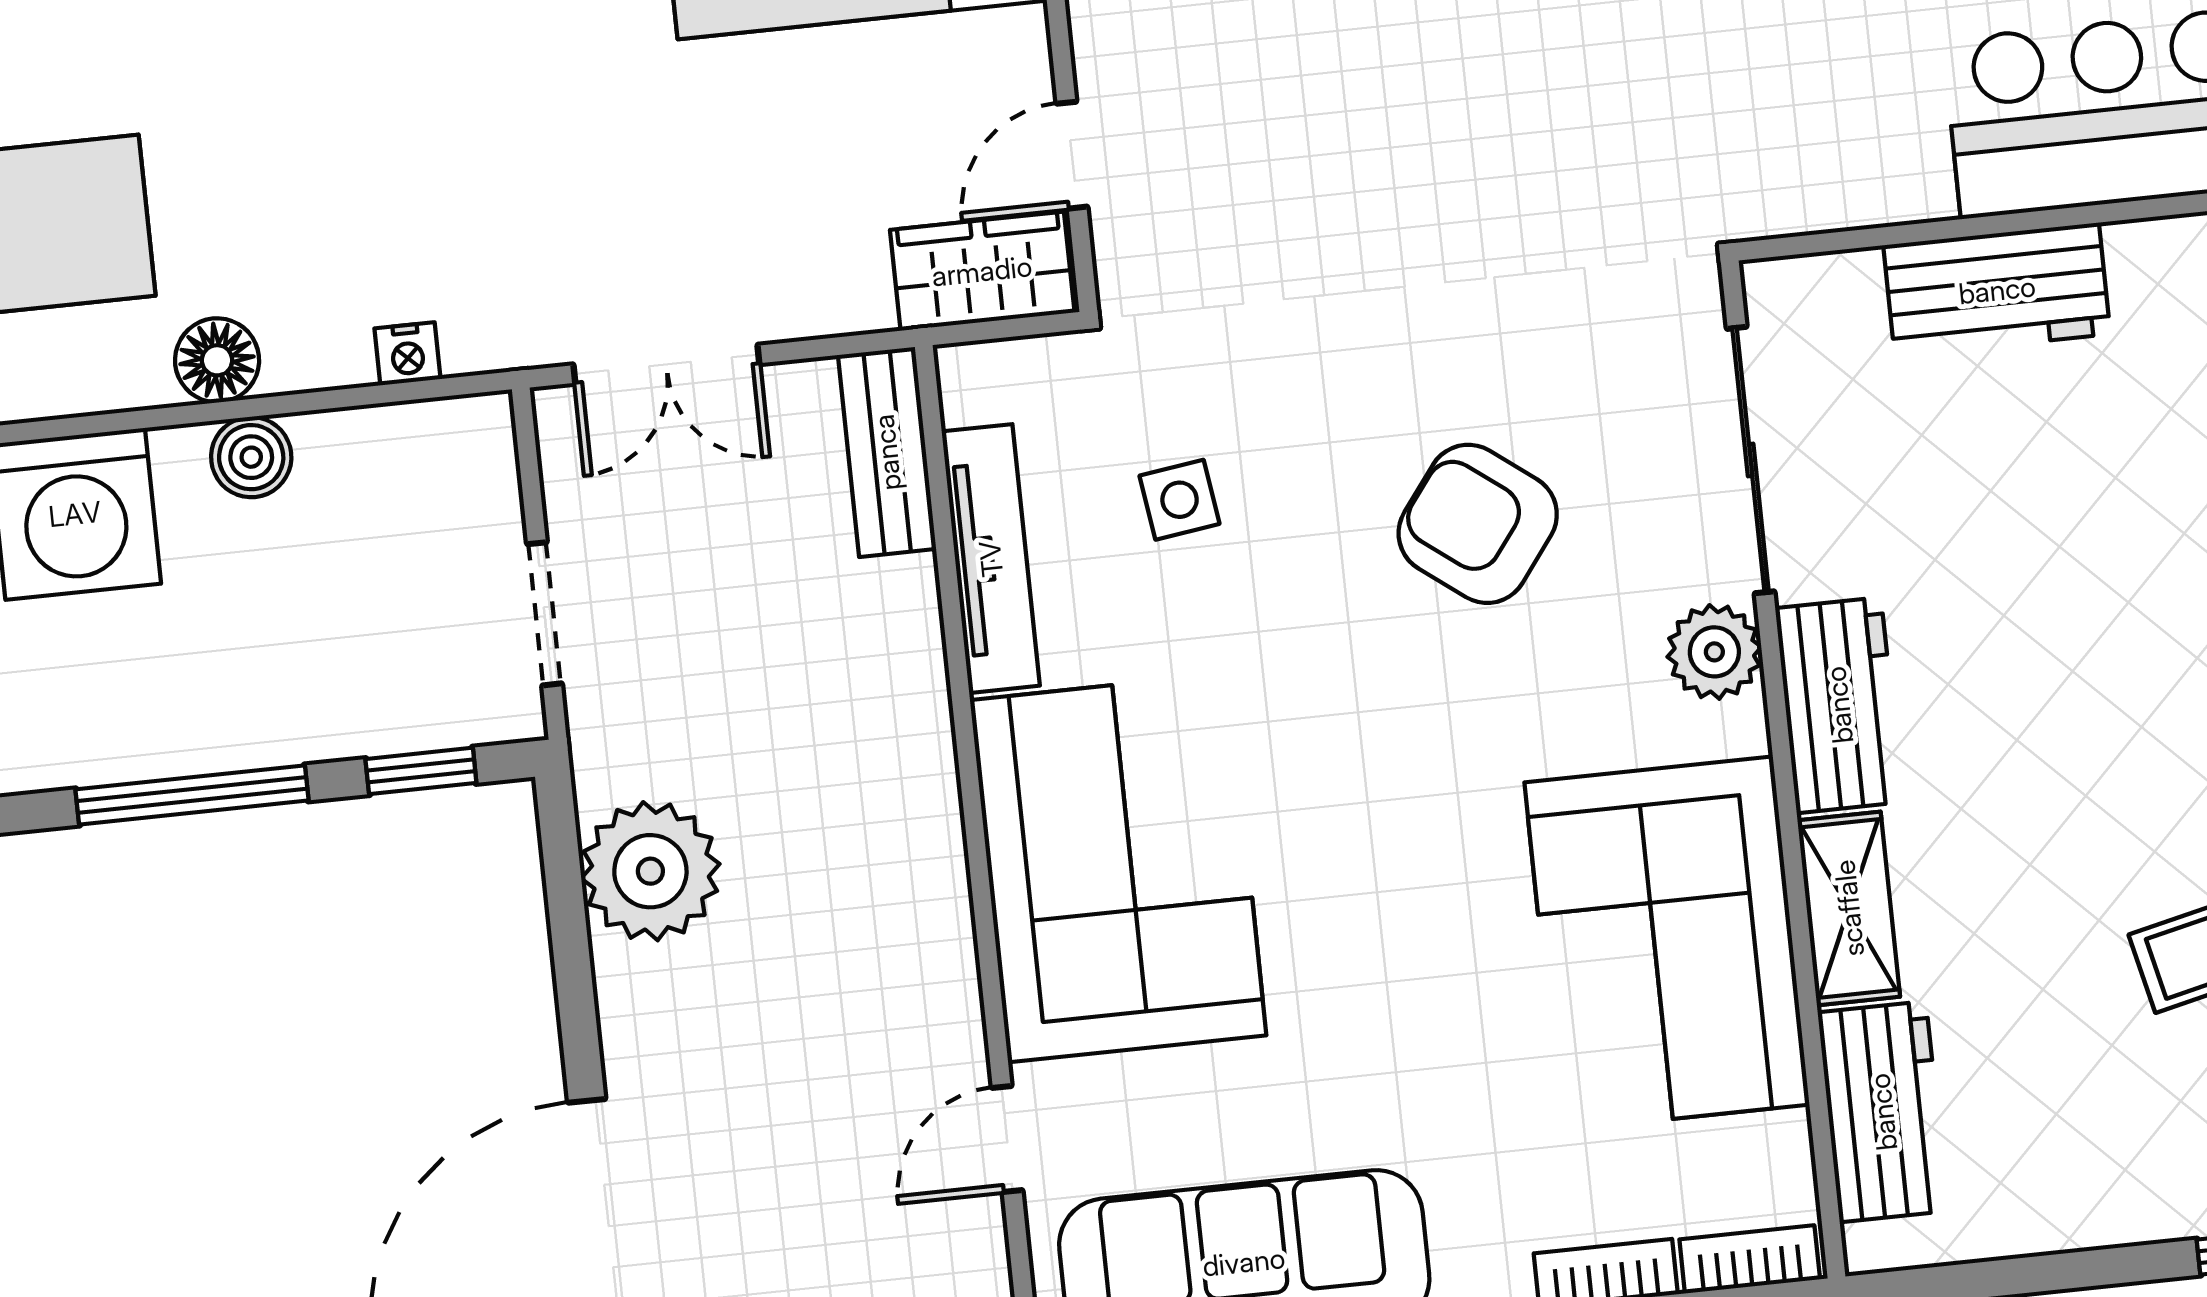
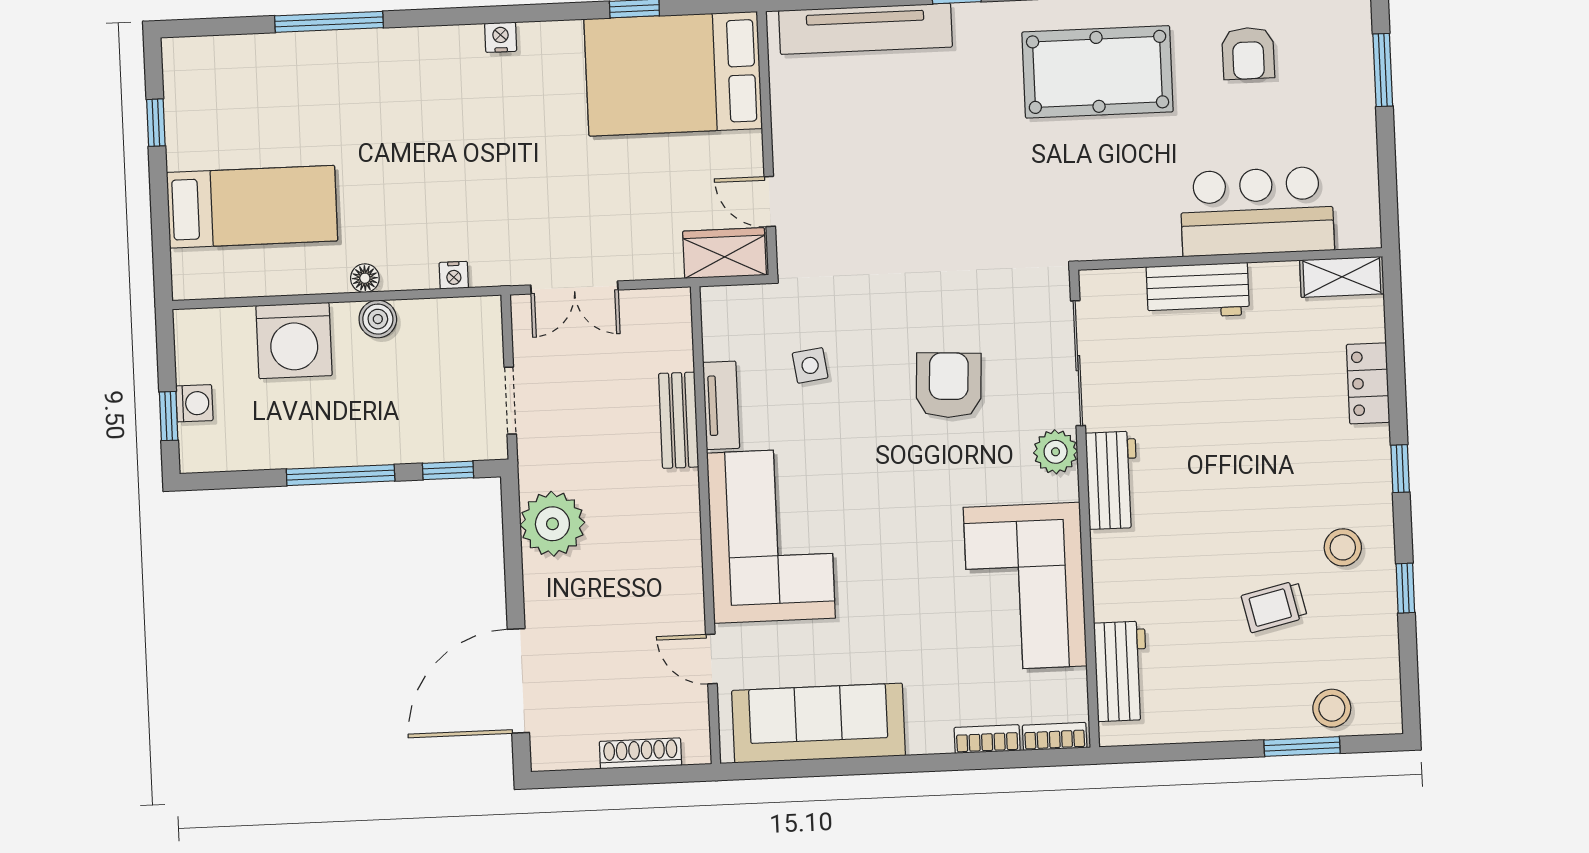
door: (1072, 155) -> (770, 202), hinge flipped
floor lamp: (217, 360) -> (365, 278), width x0.73, depth x0.73
bench: (887, 452) -> (679, 420), moved
armchair: (1478, 524) -> (949, 385), turned 56
tv unit: (991, 559) -> (721, 405), width x0.71
shelving: (1849, 908) -> (1111, 575), removed
door: (1007, 1139) -> (711, 659), hinge flipped

